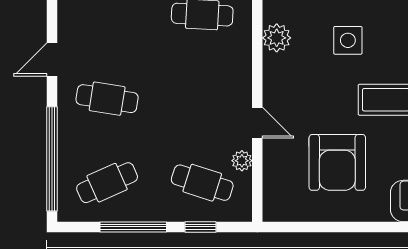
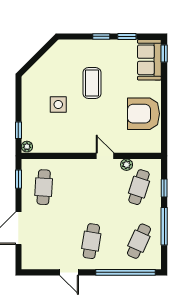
plant: (277, 38) -> (57, 145), removed
door: (257, 123) -> (105, 156), hinge flipped
armchair: (337, 162) -> (143, 114), moved, turned 180
cafe table: (107, 183) -> (139, 241), turned 48

